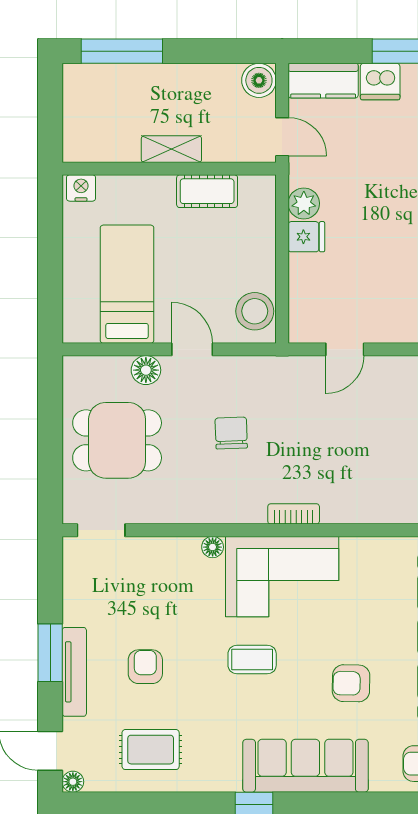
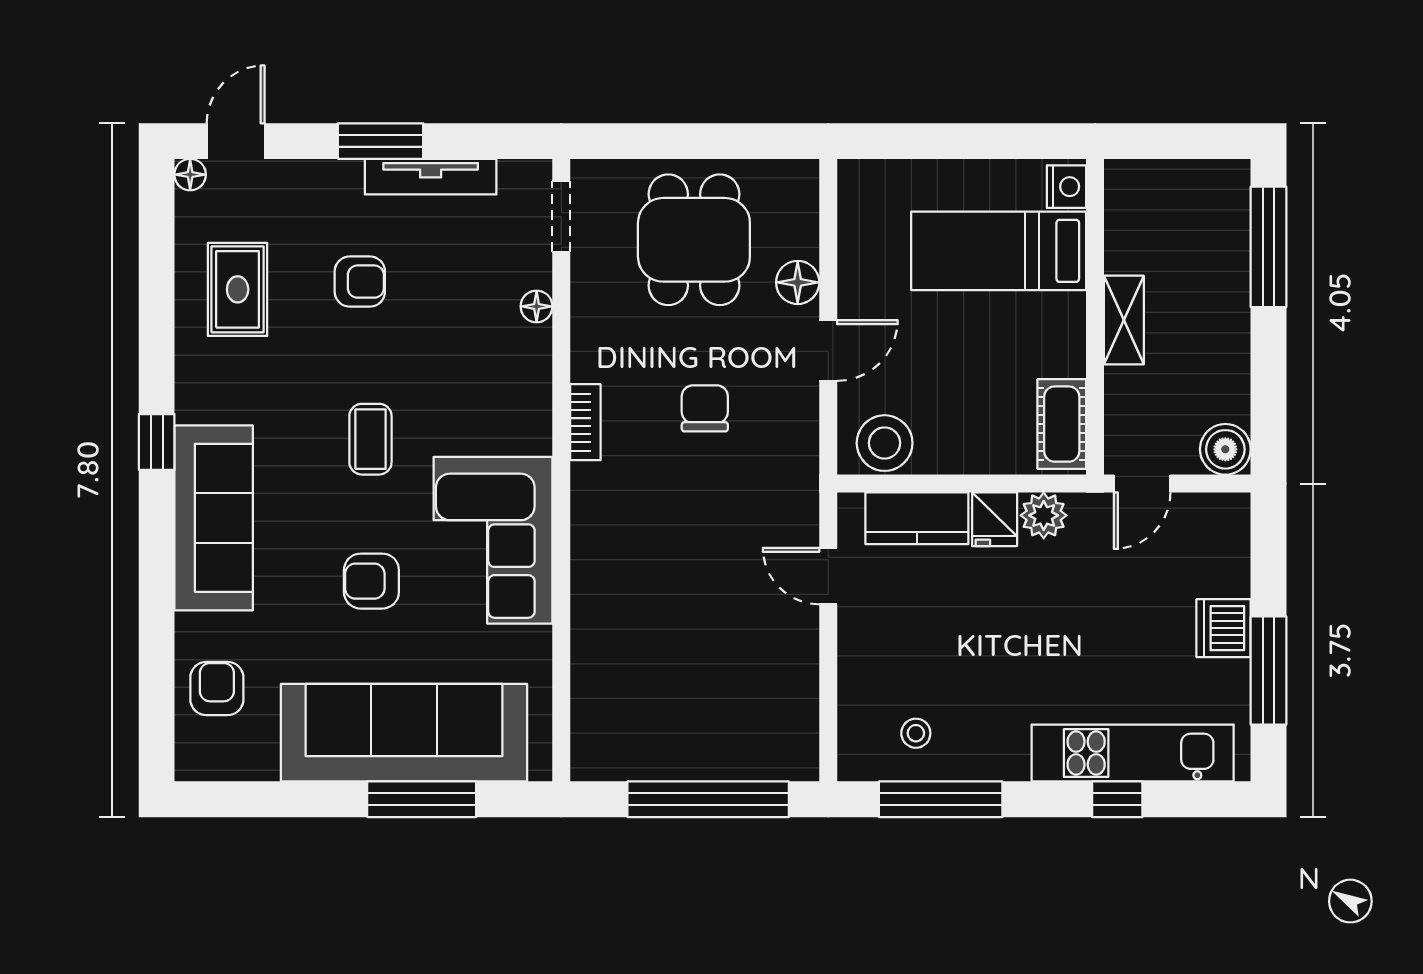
kitchen counter: (323, 81) -> (917, 518), moved, turned -90
cot: (207, 191) -> (1062, 424), moved
bed: (127, 284) -> (999, 251), moved, turned 180
chair: (231, 433) -> (705, 408), turned -88
bookcase: (294, 514) -> (585, 422), moved
floor lamp: (213, 547) -> (537, 306), moved
corner sofa: (282, 577) -> (493, 540), moved
tv unit: (74, 672) -> (431, 177), moved
armchair: (351, 683) -> (371, 581), moved, turned -91

